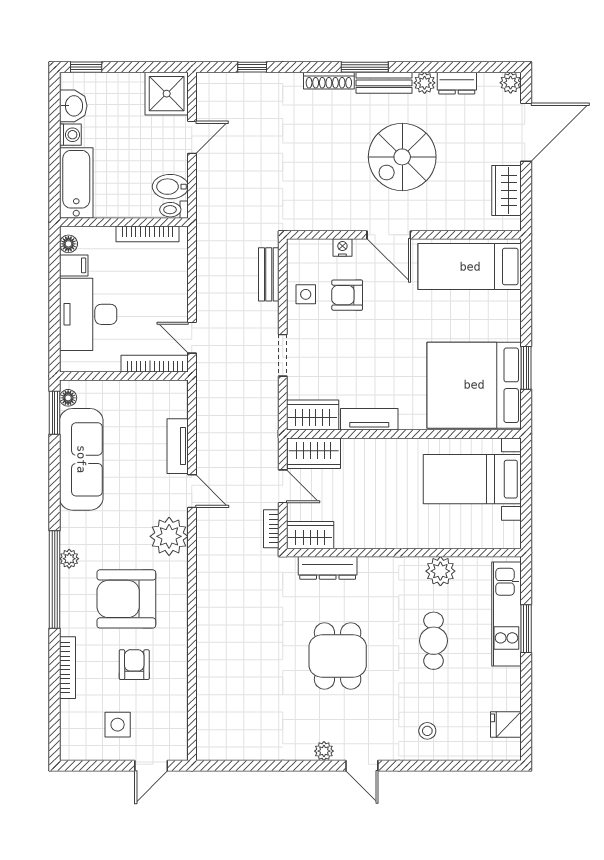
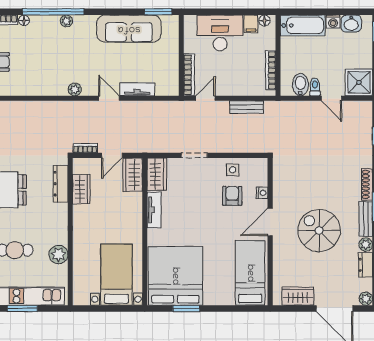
toilet: (174, 210) -> (315, 87), moved
bench: (269, 274) -> (247, 107), moved
floor lamp: (68, 398) -> (24, 20), moved
door: (192, 491) -> (109, 98), swing flipped
wardrobe: (310, 535) -> (81, 189), moved
plant: (169, 536) -> (75, 89), width x0.53, depth x0.53
armchair: (126, 599) -> (41, 57), removed

